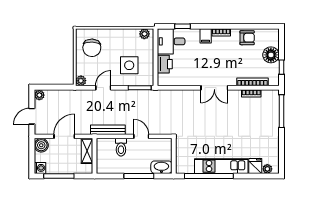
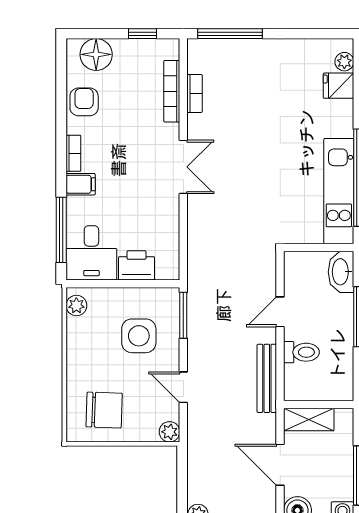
window: (183, 26) -> (61, 230), width x2.17
floor lamp: (271, 55) -> (96, 54), moved
kitchen unit: (221, 166) -> (339, 191), moved

